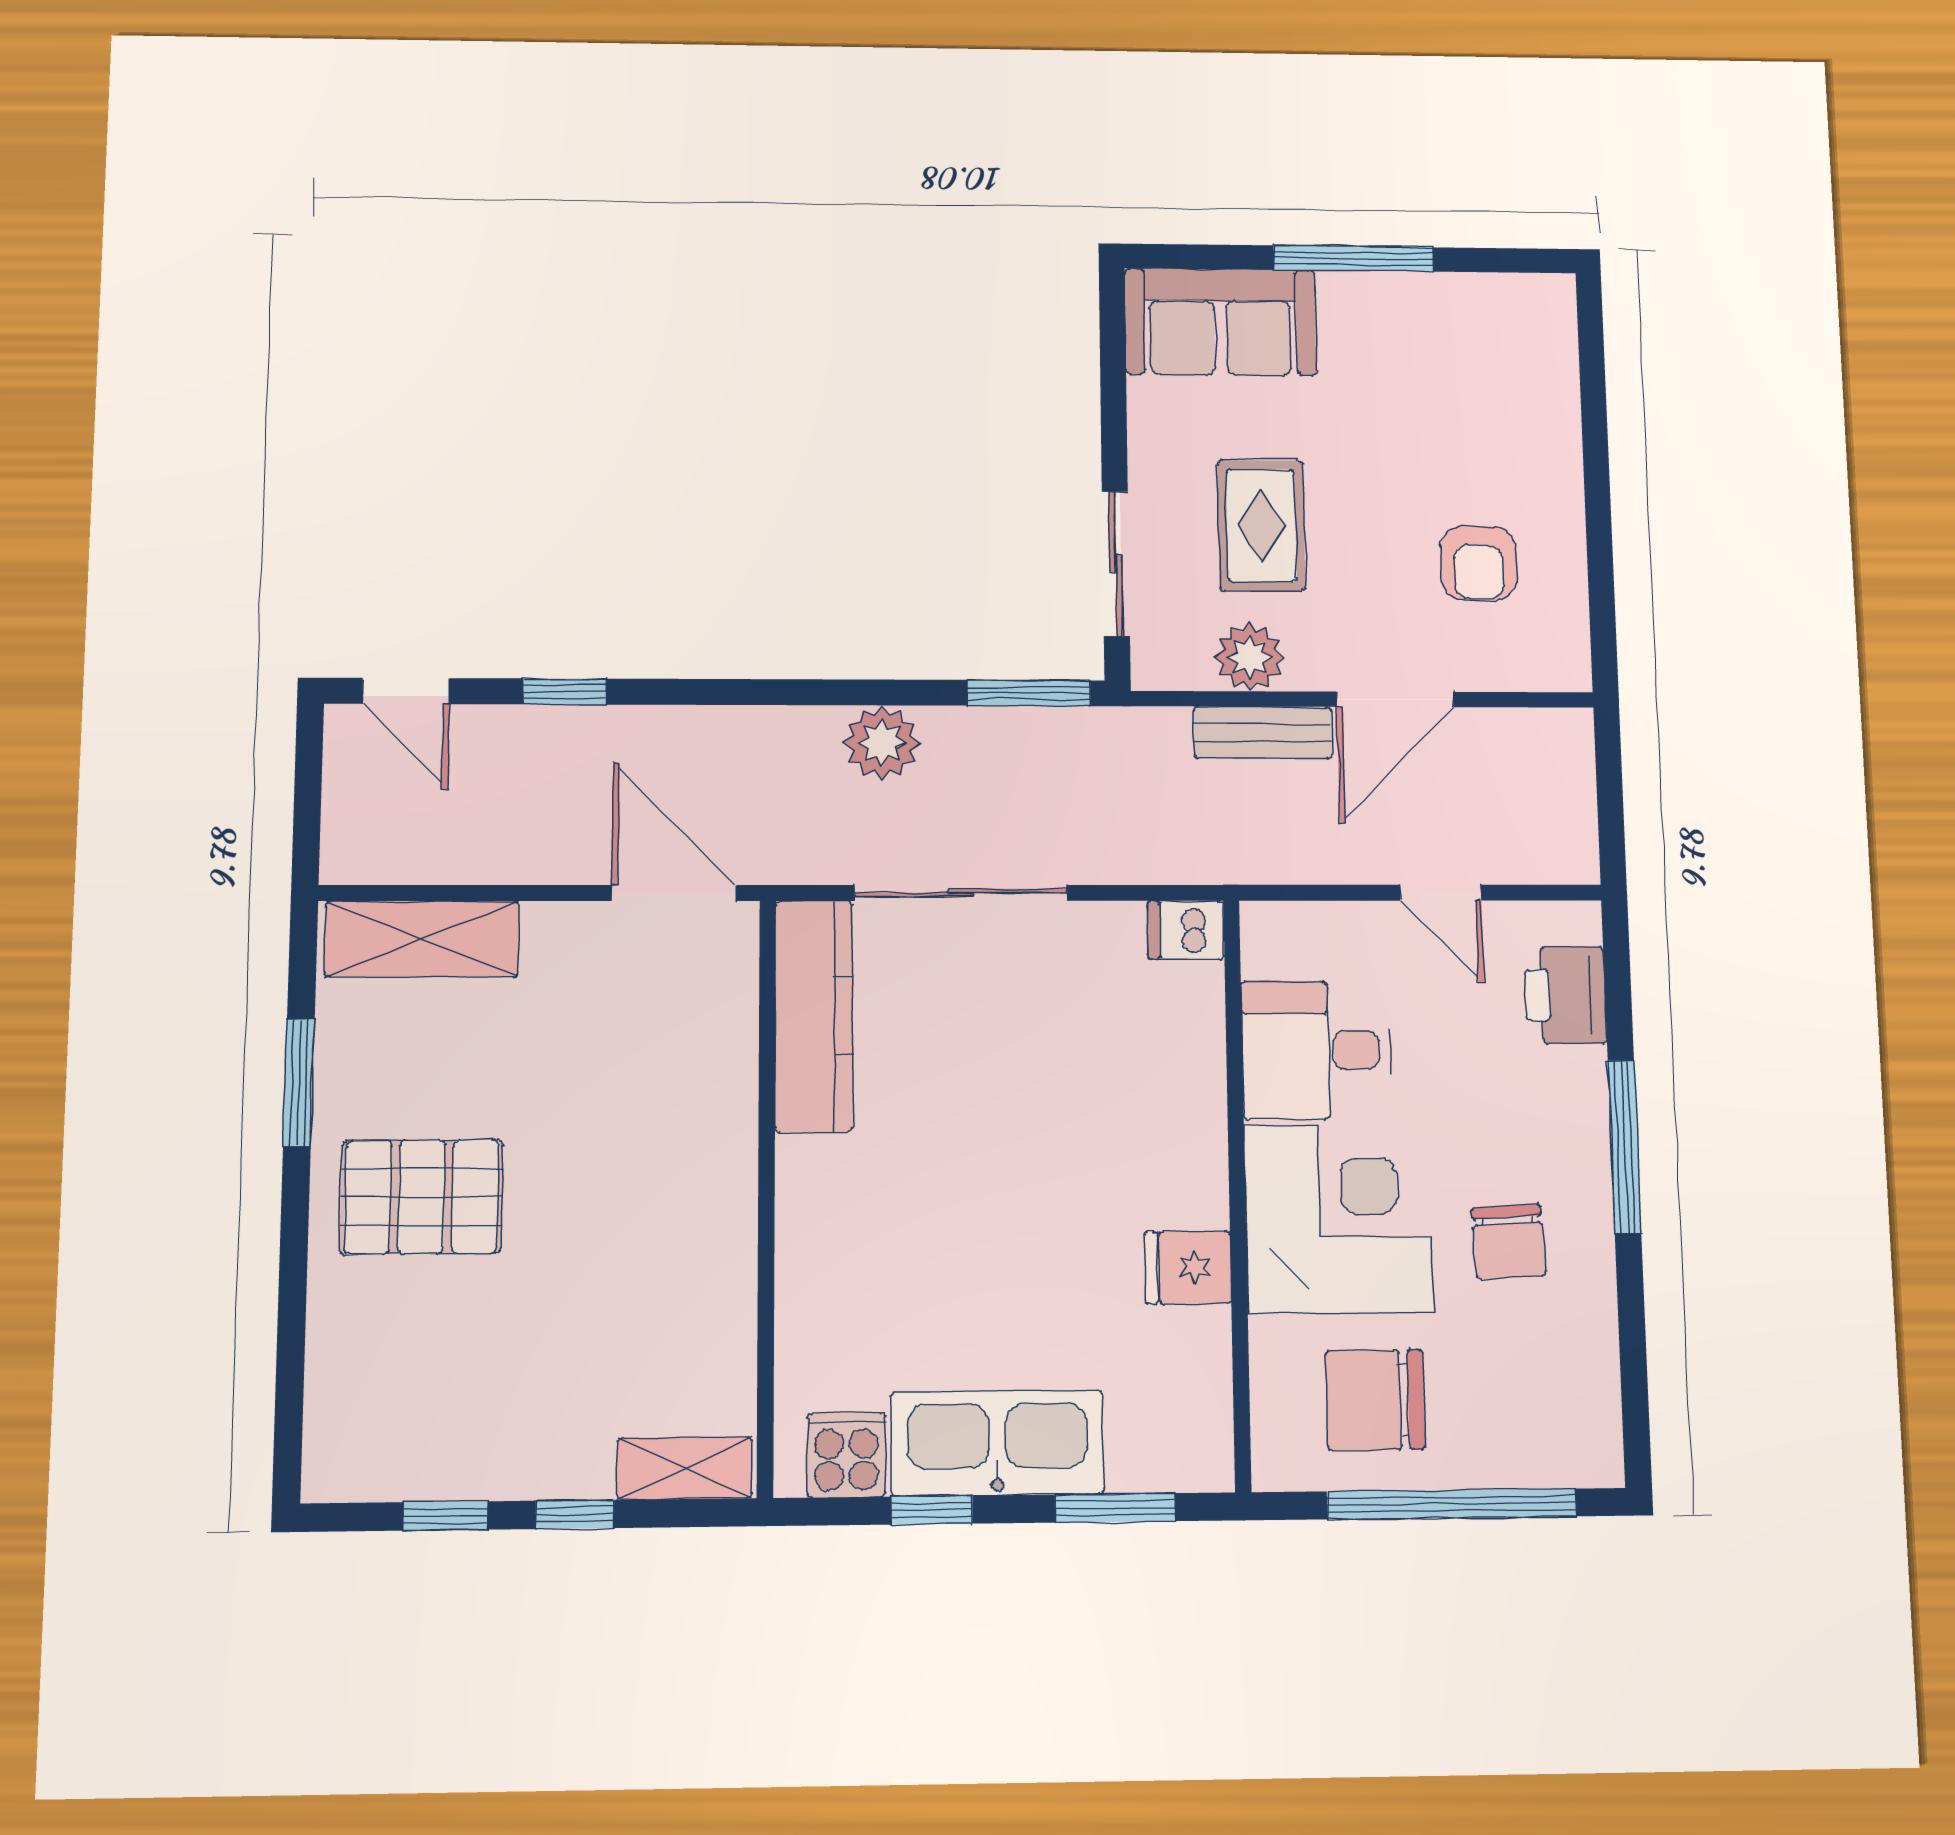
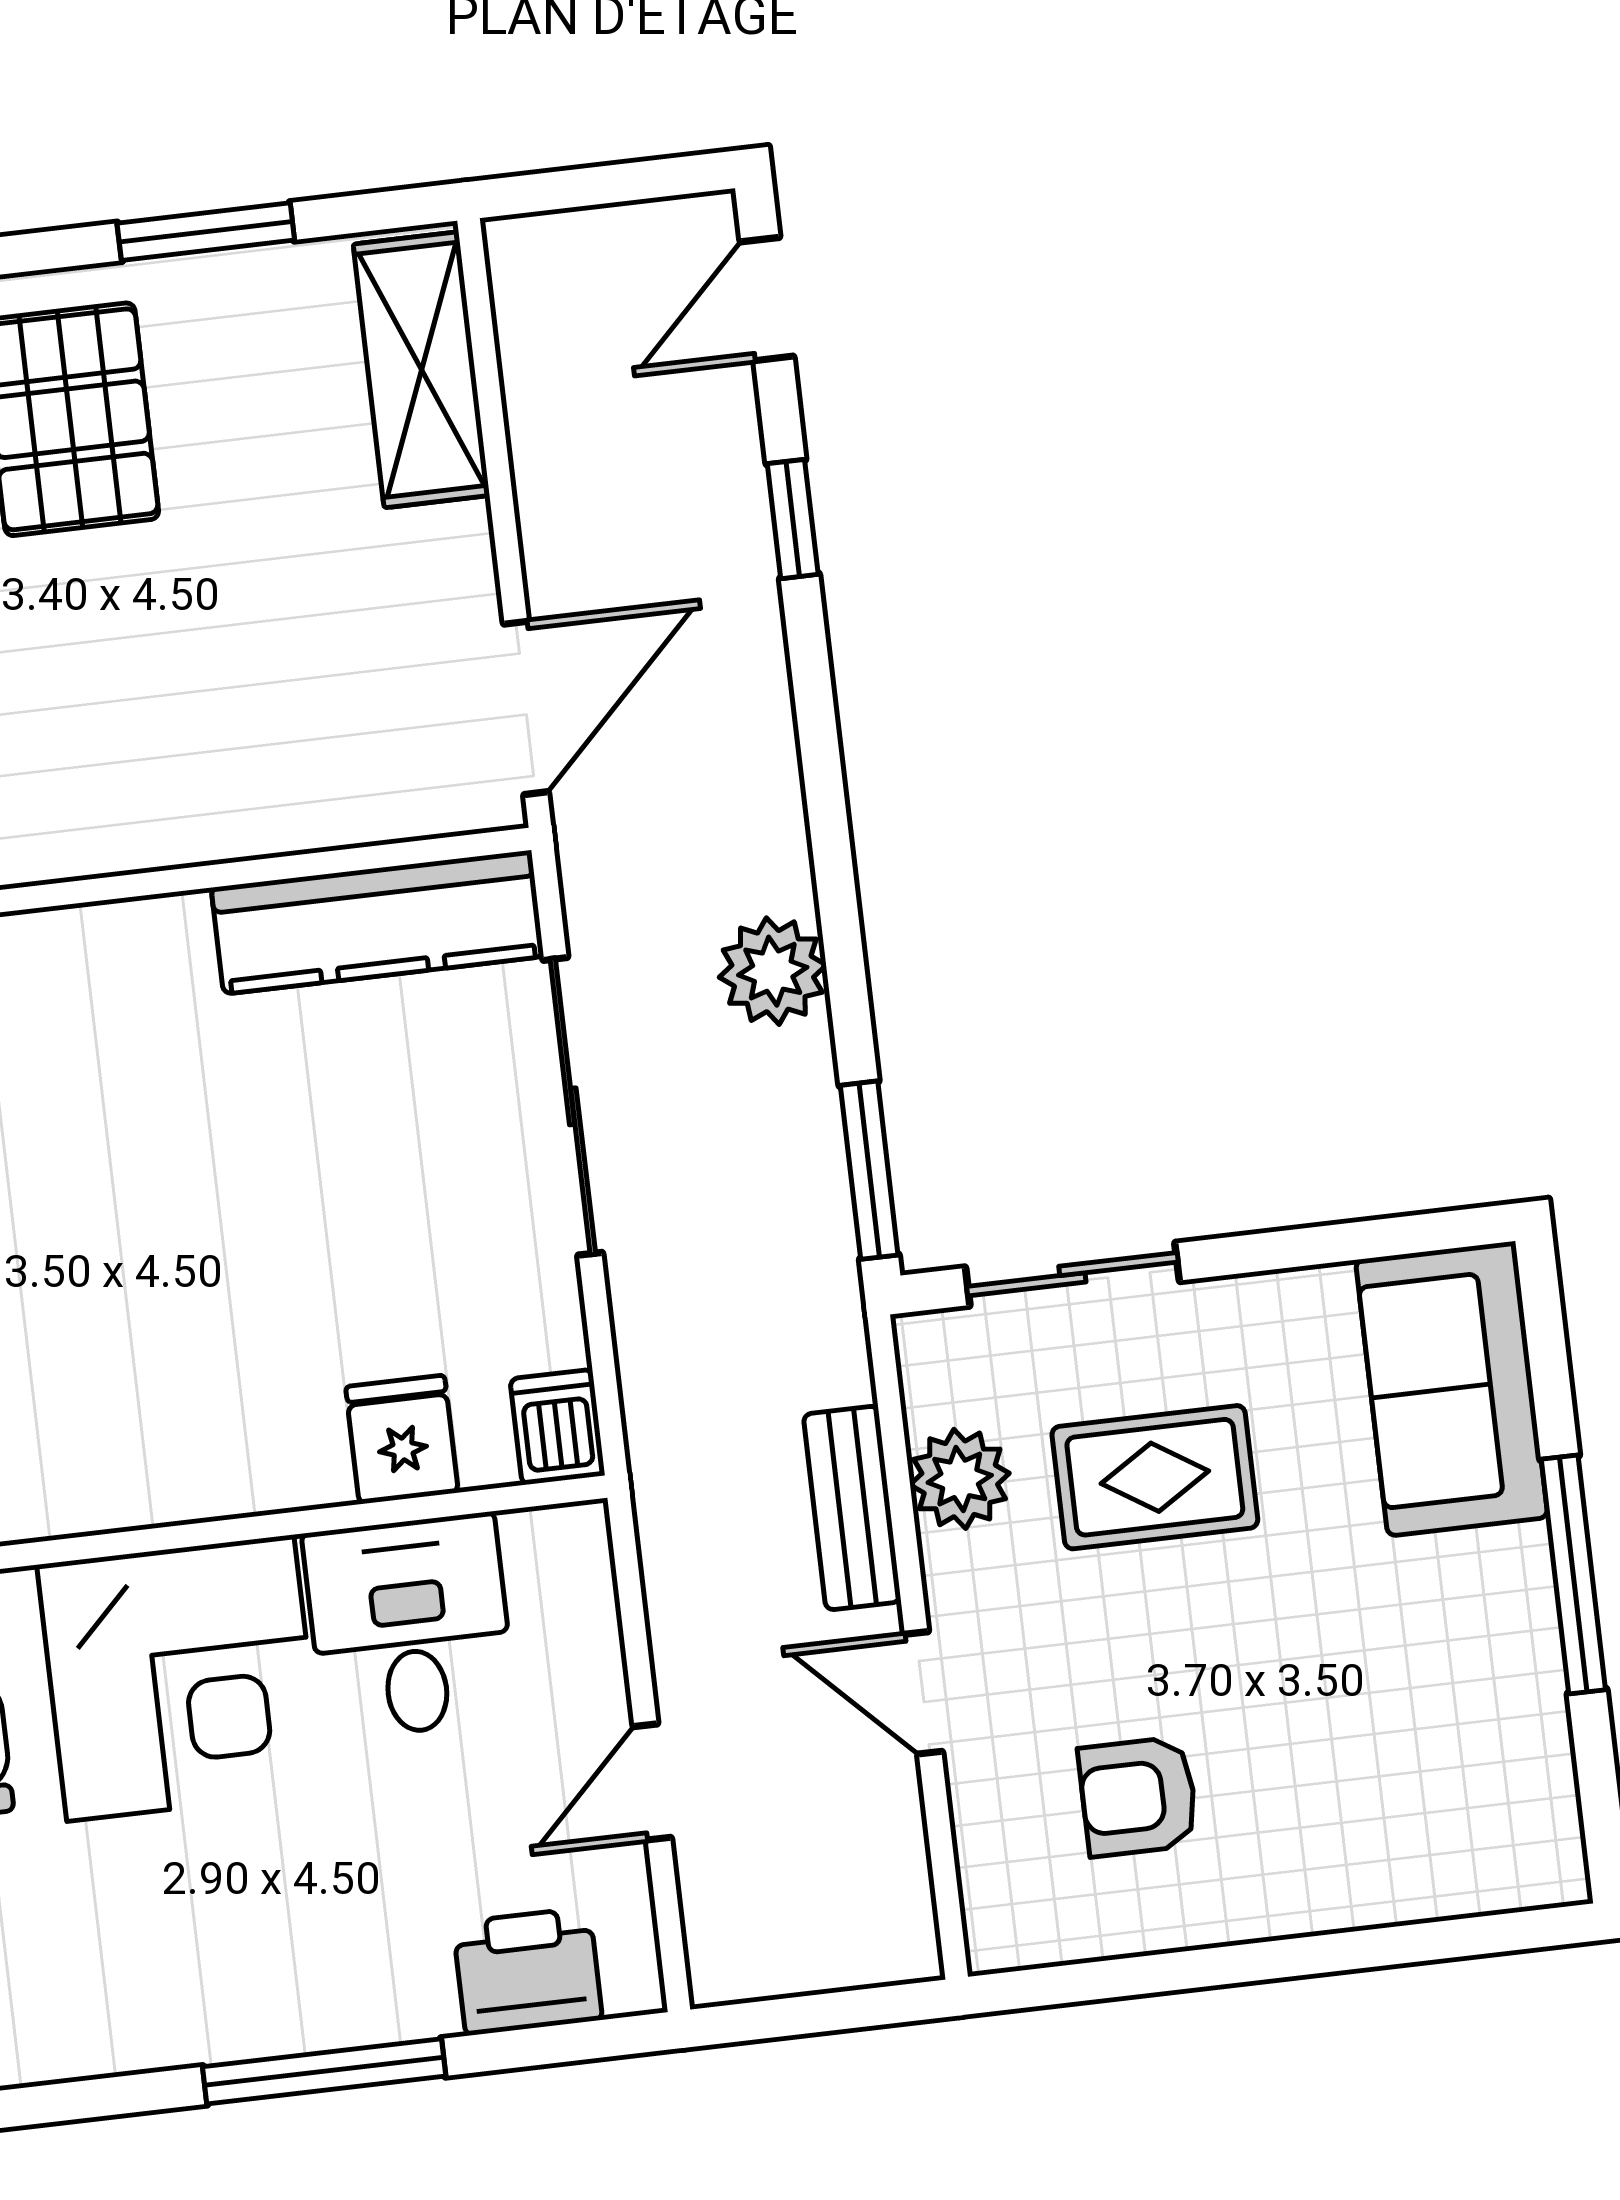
door: (1395, 699) -> (923, 1693), width x0.73
chair: (1509, 1242) -> (174, 1919), removed
fridge: (1188, 1268) -> (402, 1440), moved

